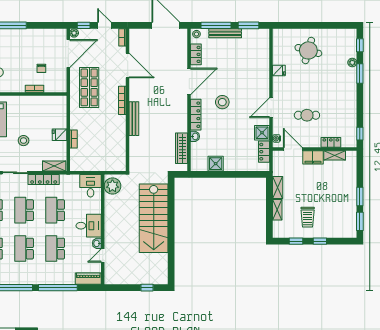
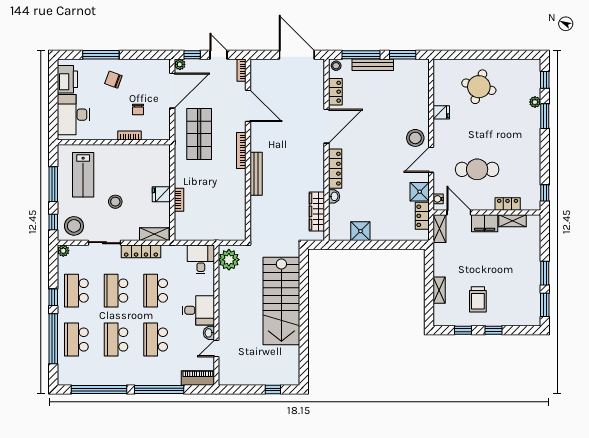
chair: (22, 45) -> (113, 80), added
stool: (222, 102) -> (415, 138), moved
cafe table: (307, 115) -> (477, 169), width x1.37, depth x1.35
shelving: (278, 188) -> (440, 229), moved

